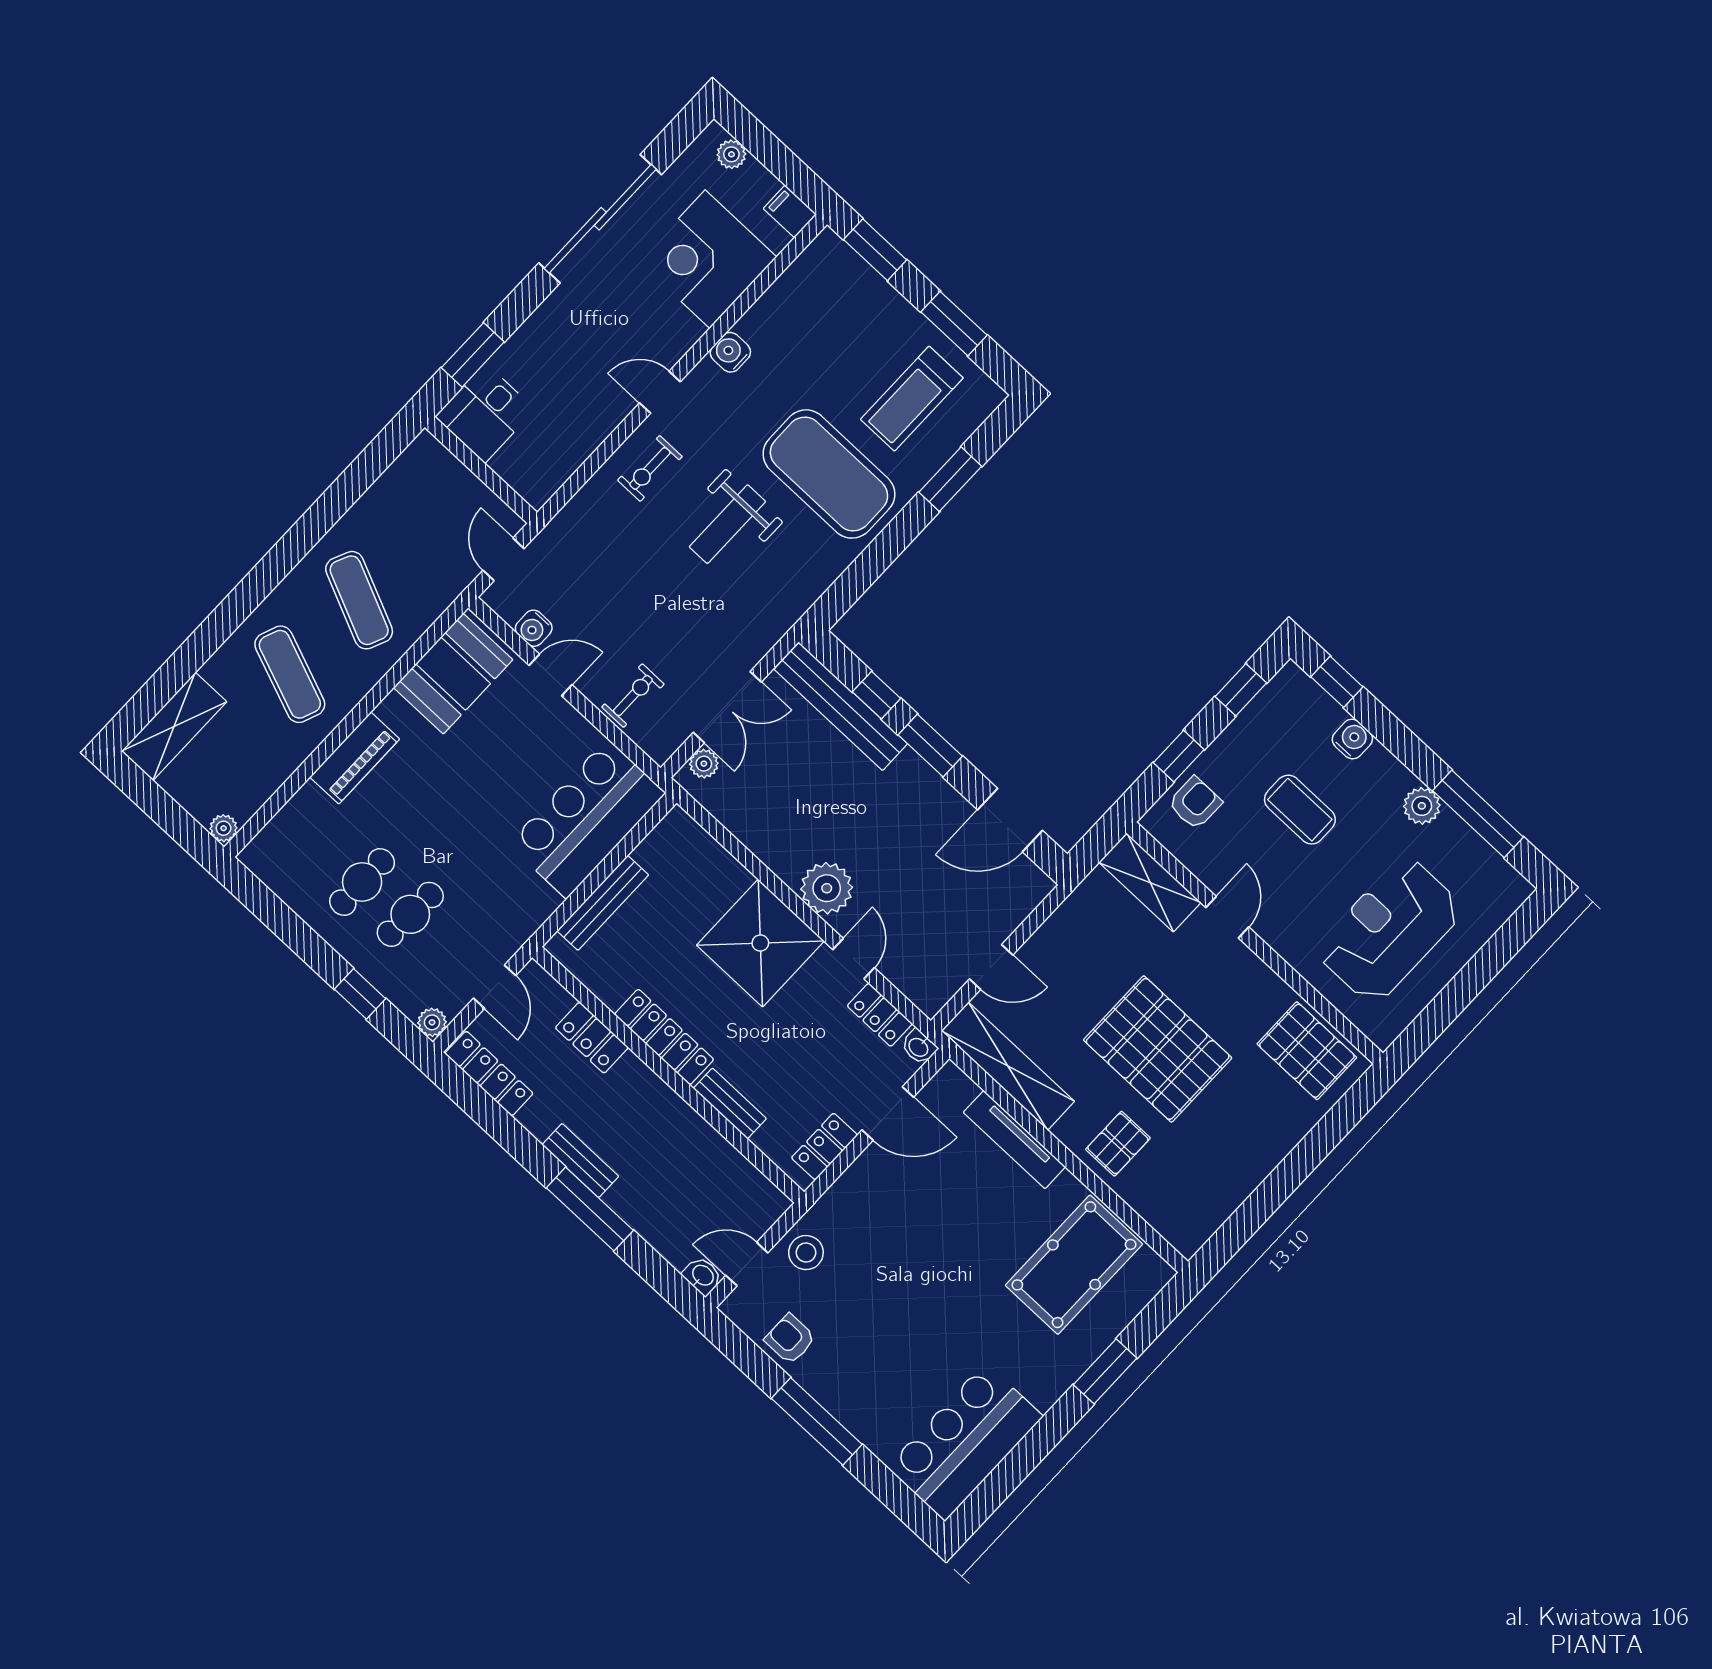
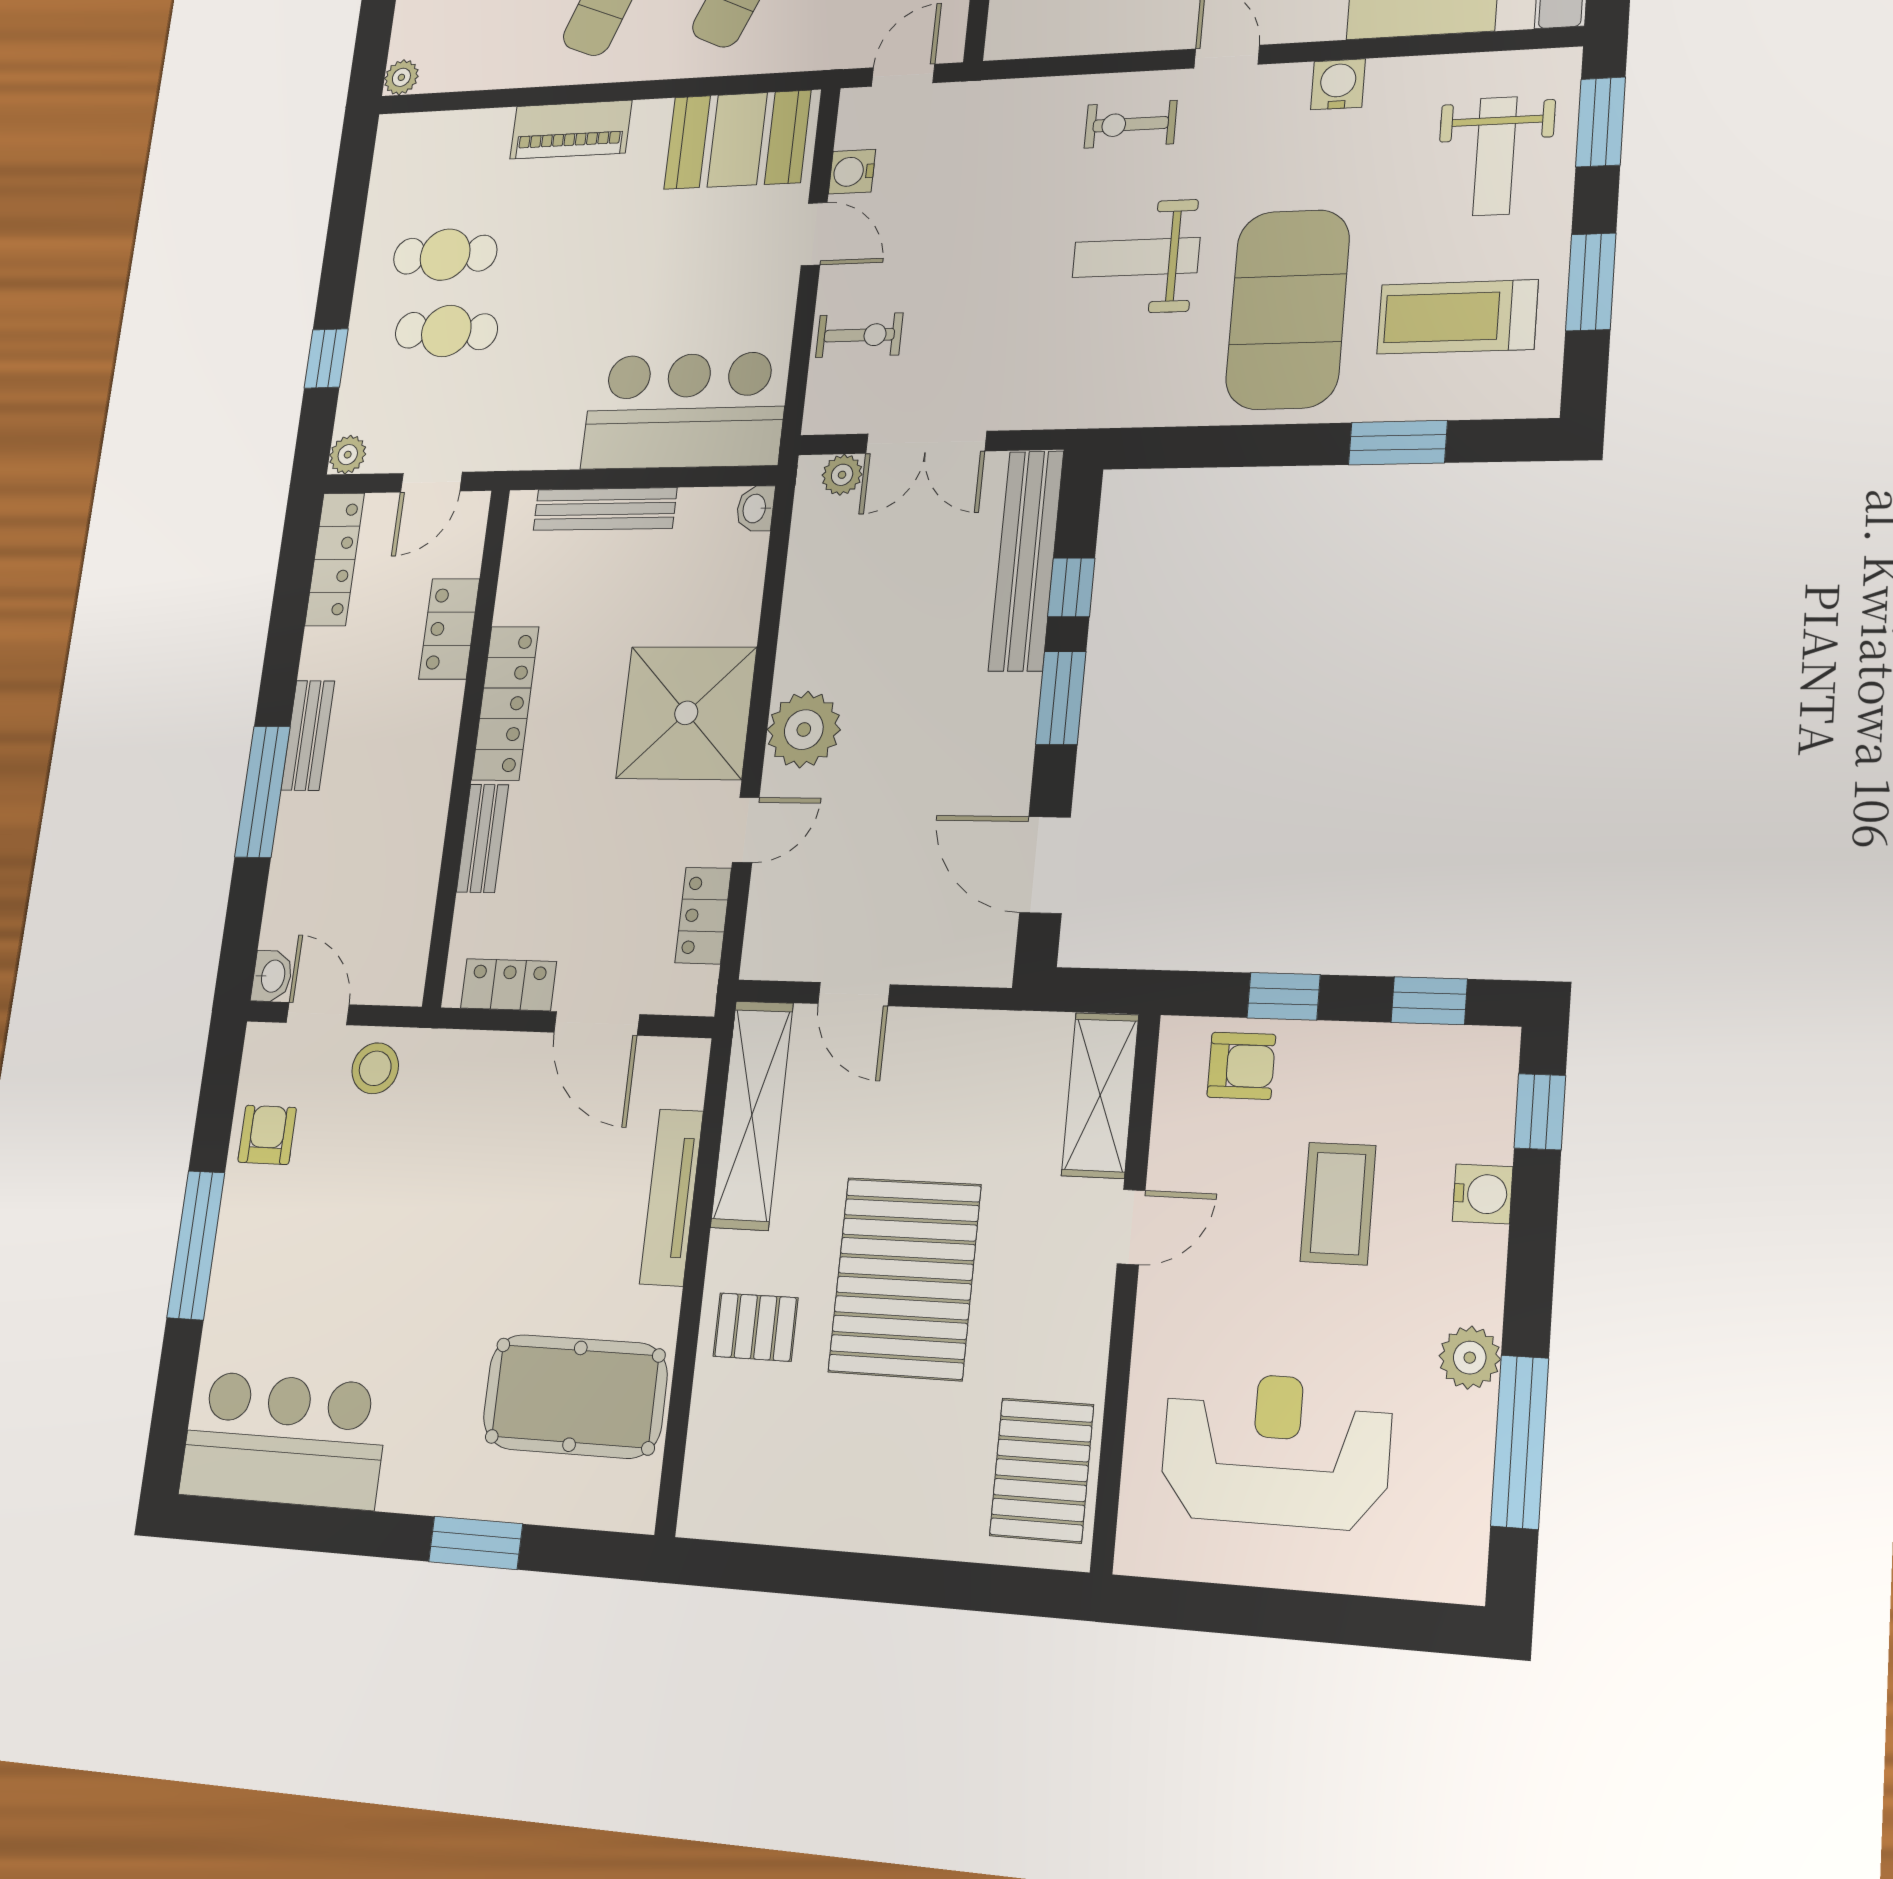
weight bench: (844, 312) -> (1495, 156), added
washbasin: (919, 1047) -> (755, 508), moved

